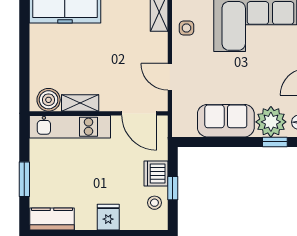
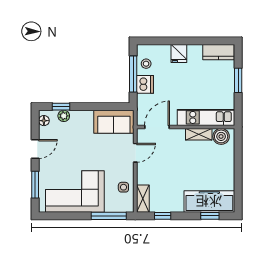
door: (170, 77) -> (135, 153), hinge flipped
door: (139, 113) -> (157, 127), hinge flipped
sofa: (226, 121) -> (114, 122), moved
plant: (271, 122) -> (64, 116), width x0.53, depth x0.53
window: (173, 188) -> (133, 74), width x2.17

